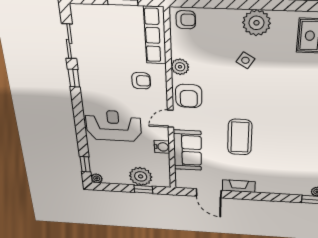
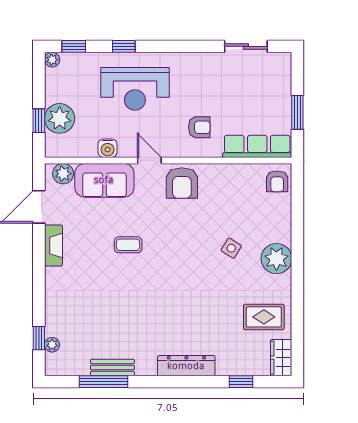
plant: (180, 67) -> (63, 174), moved
window: (74, 78) -> (124, 46), moved
armchair: (141, 81) -> (199, 127), turned -90
armchair: (189, 96) -> (182, 183), turned -90
reception desk: (113, 126) -> (135, 89), turned 90
coffee table: (240, 137) -> (128, 245), width x0.54, depth x0.58

